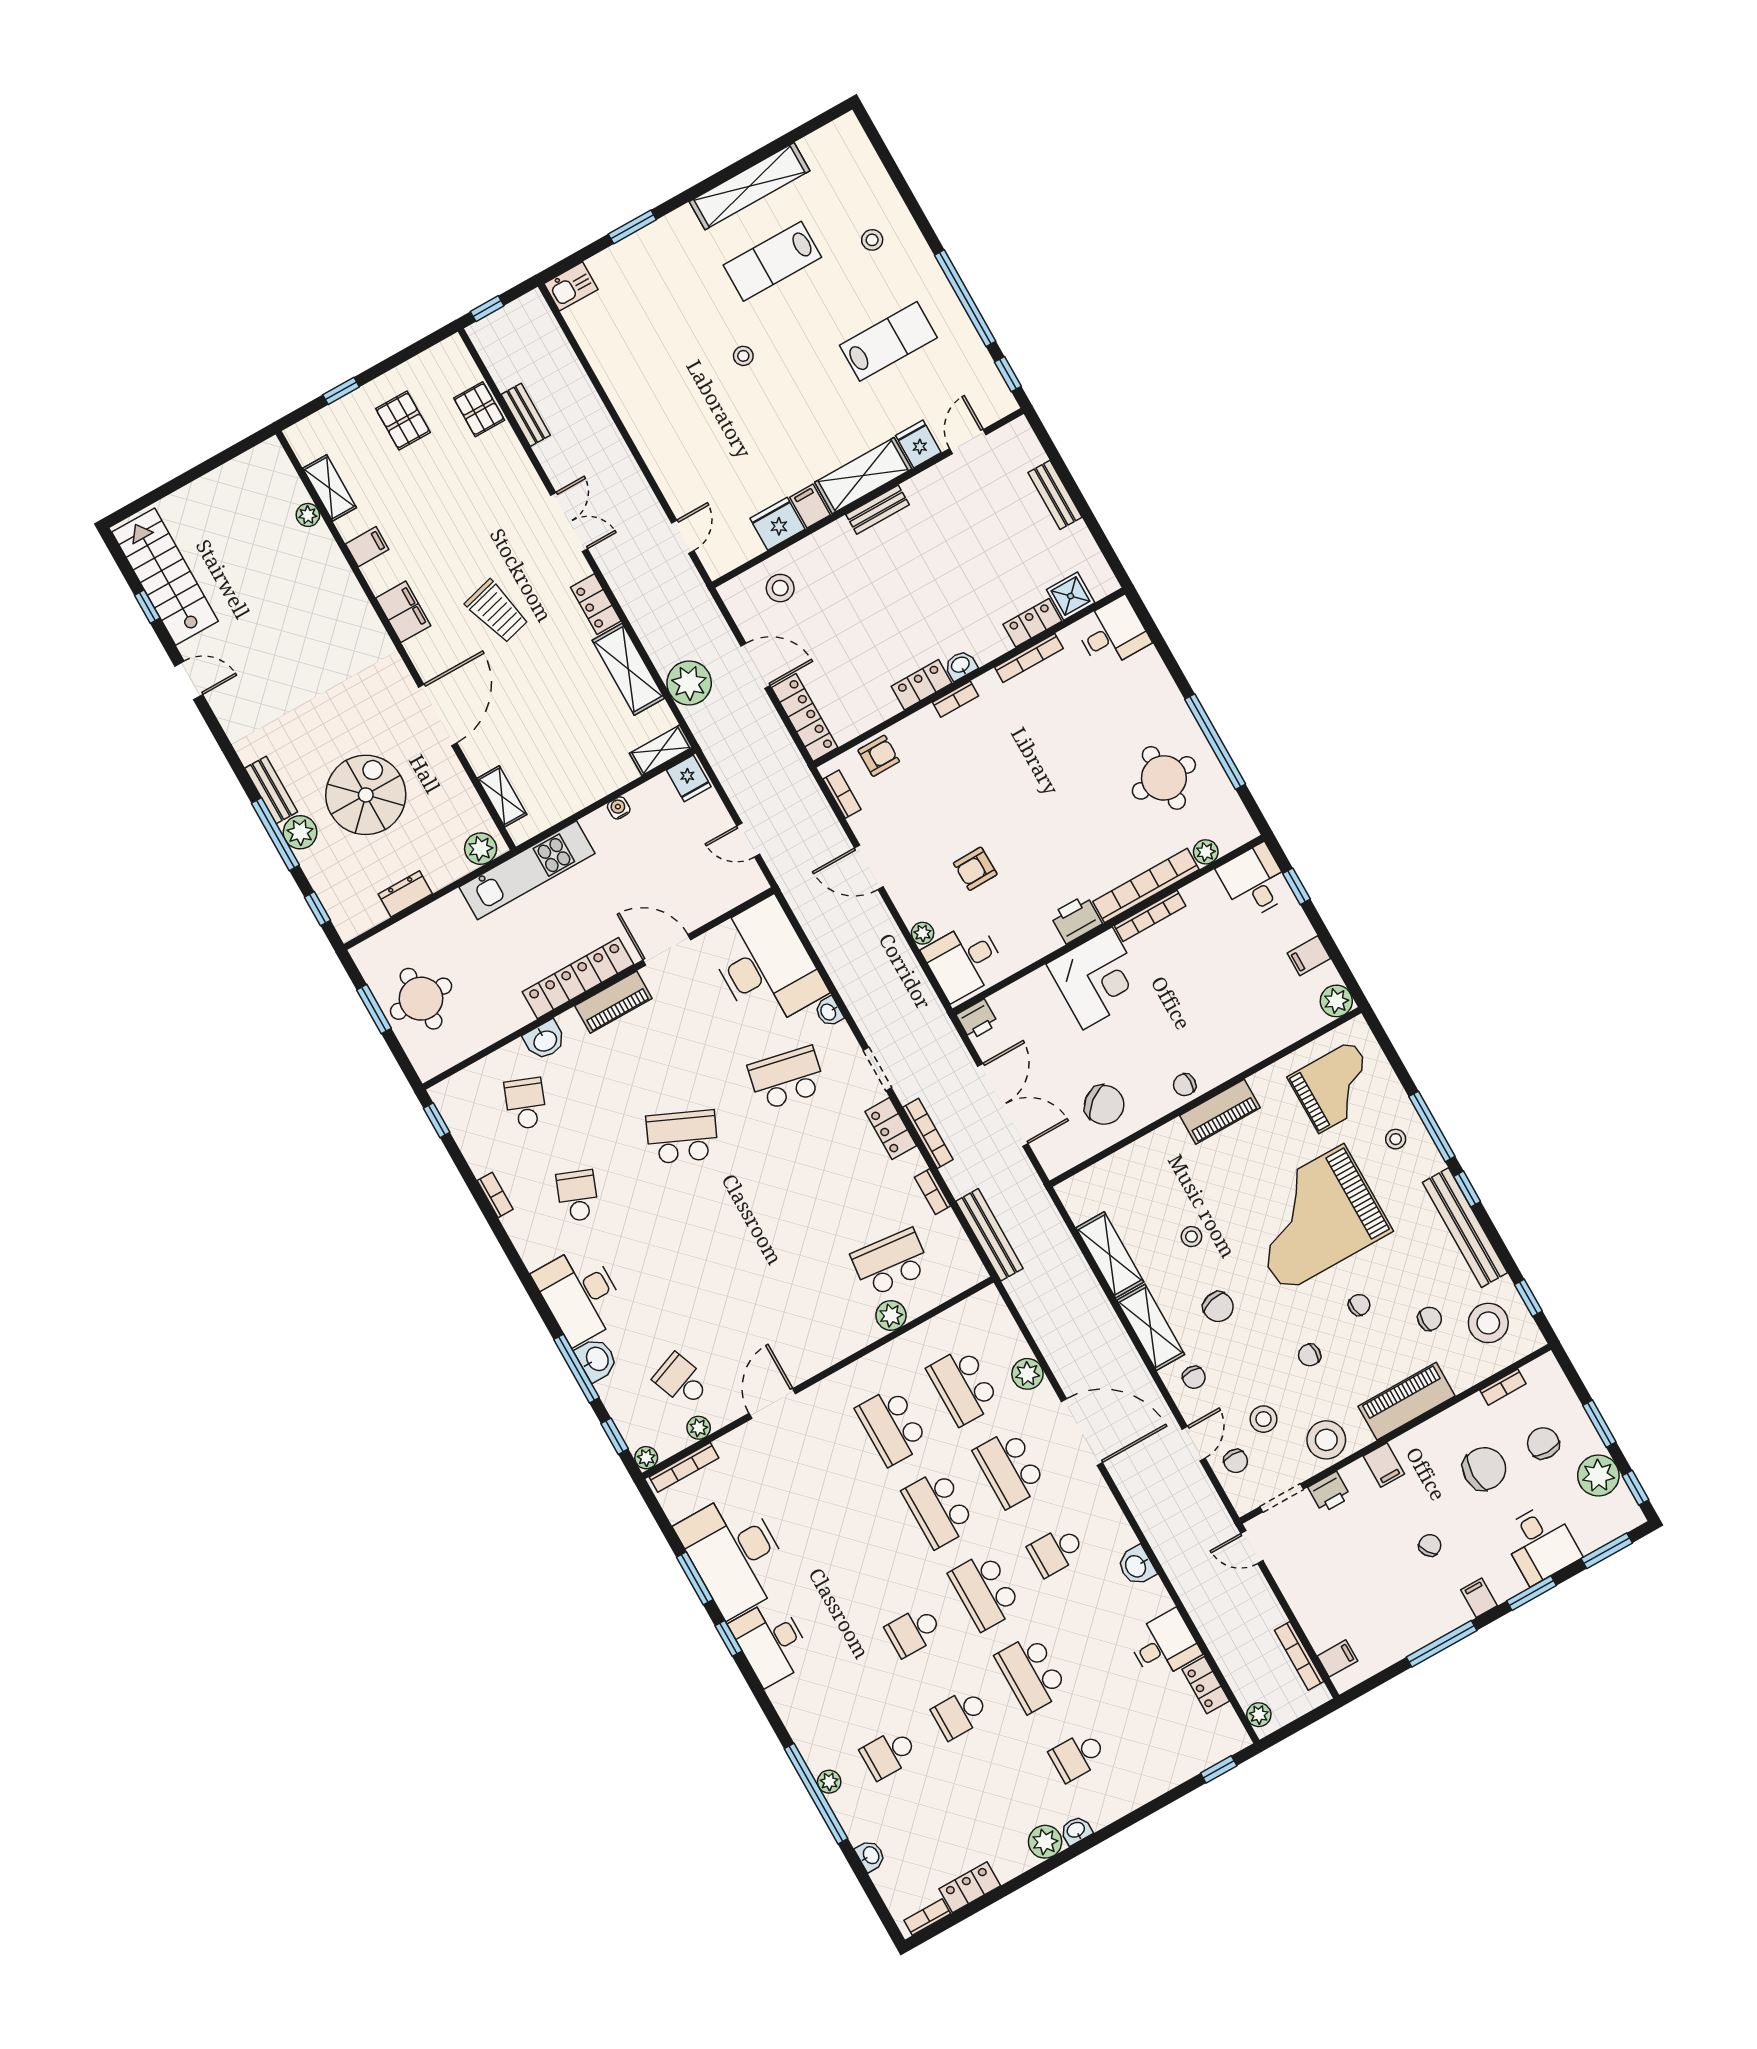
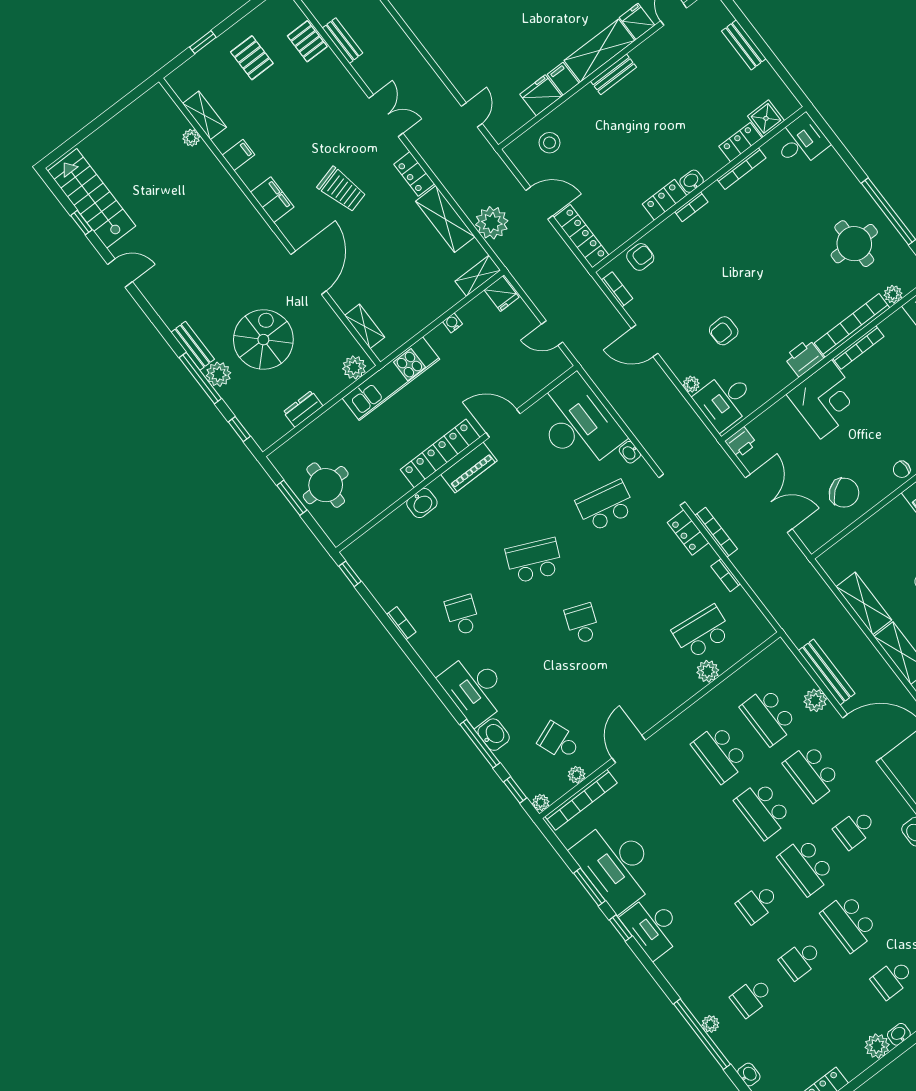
school desk: (526, 1104) -> (582, 624), moved
bench: (989, 1235) -> (827, 672), moved
bookcase: (684, 1467) -> (581, 800), width x1.48, depth x1.31

